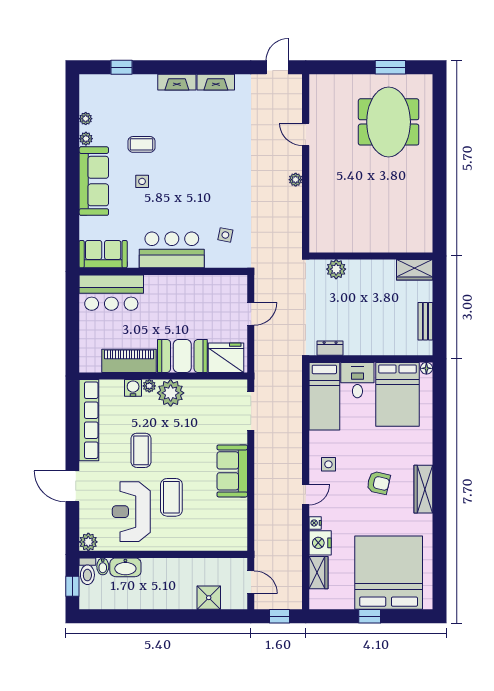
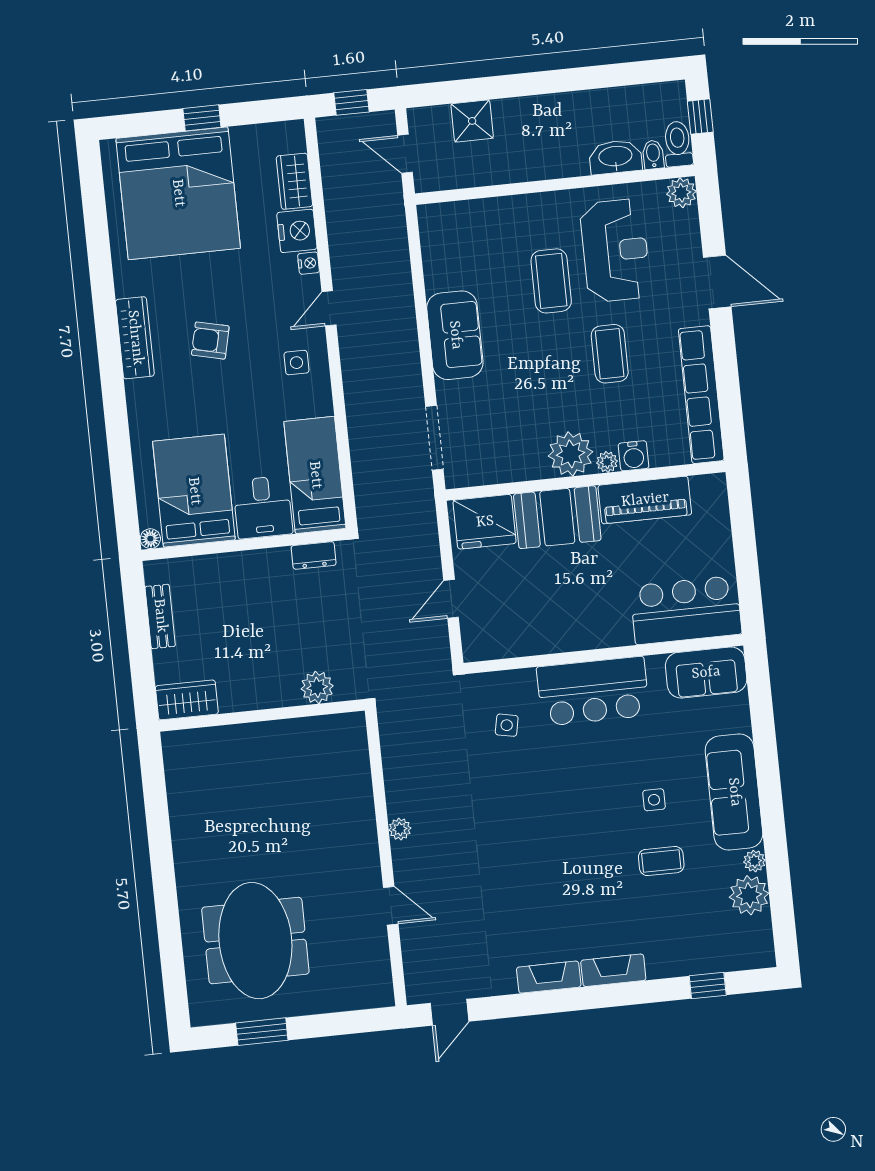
plant: (86, 119) -> (749, 895), width x1.87, depth x1.87

